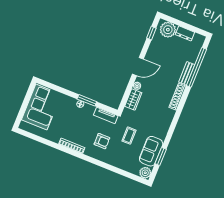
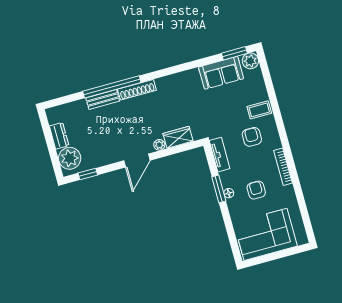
door: (138, 67) -> (137, 160), swing flipped
window: (196, 67) -> (112, 87), moved
armchair: (70, 121) -> (256, 190), added
coffee table: (129, 136) -> (259, 110), moved
window: (161, 156) -> (234, 53), moved

